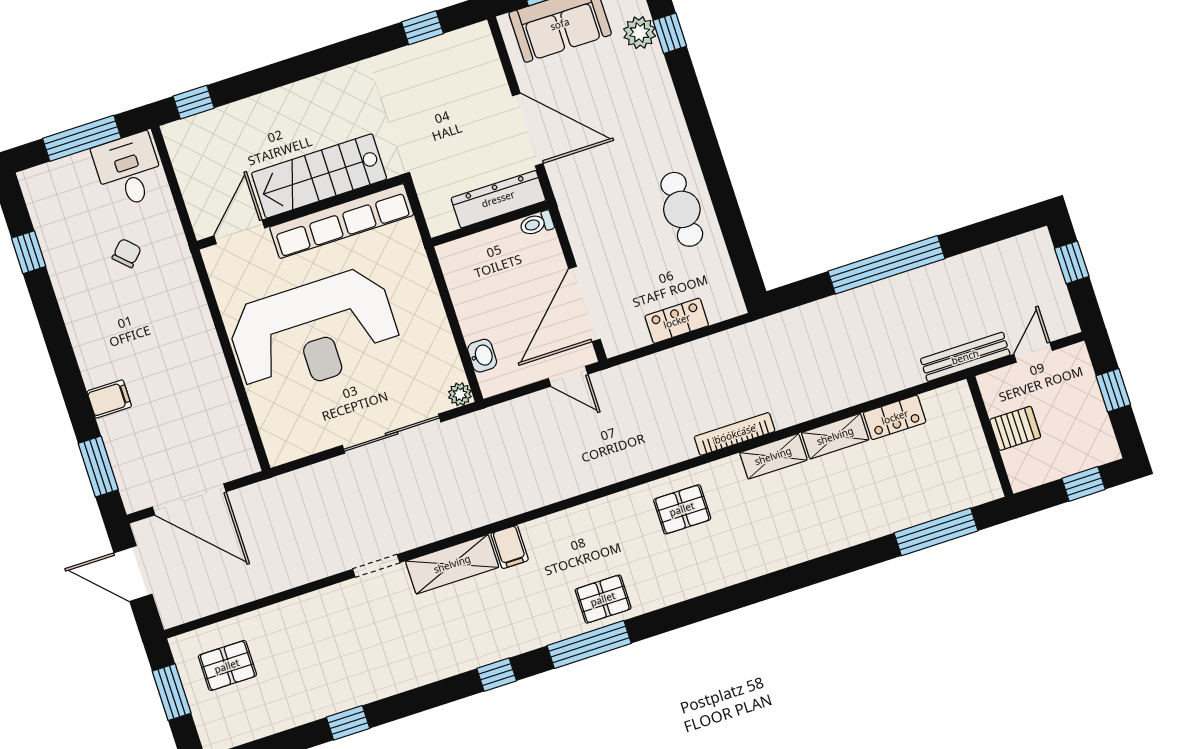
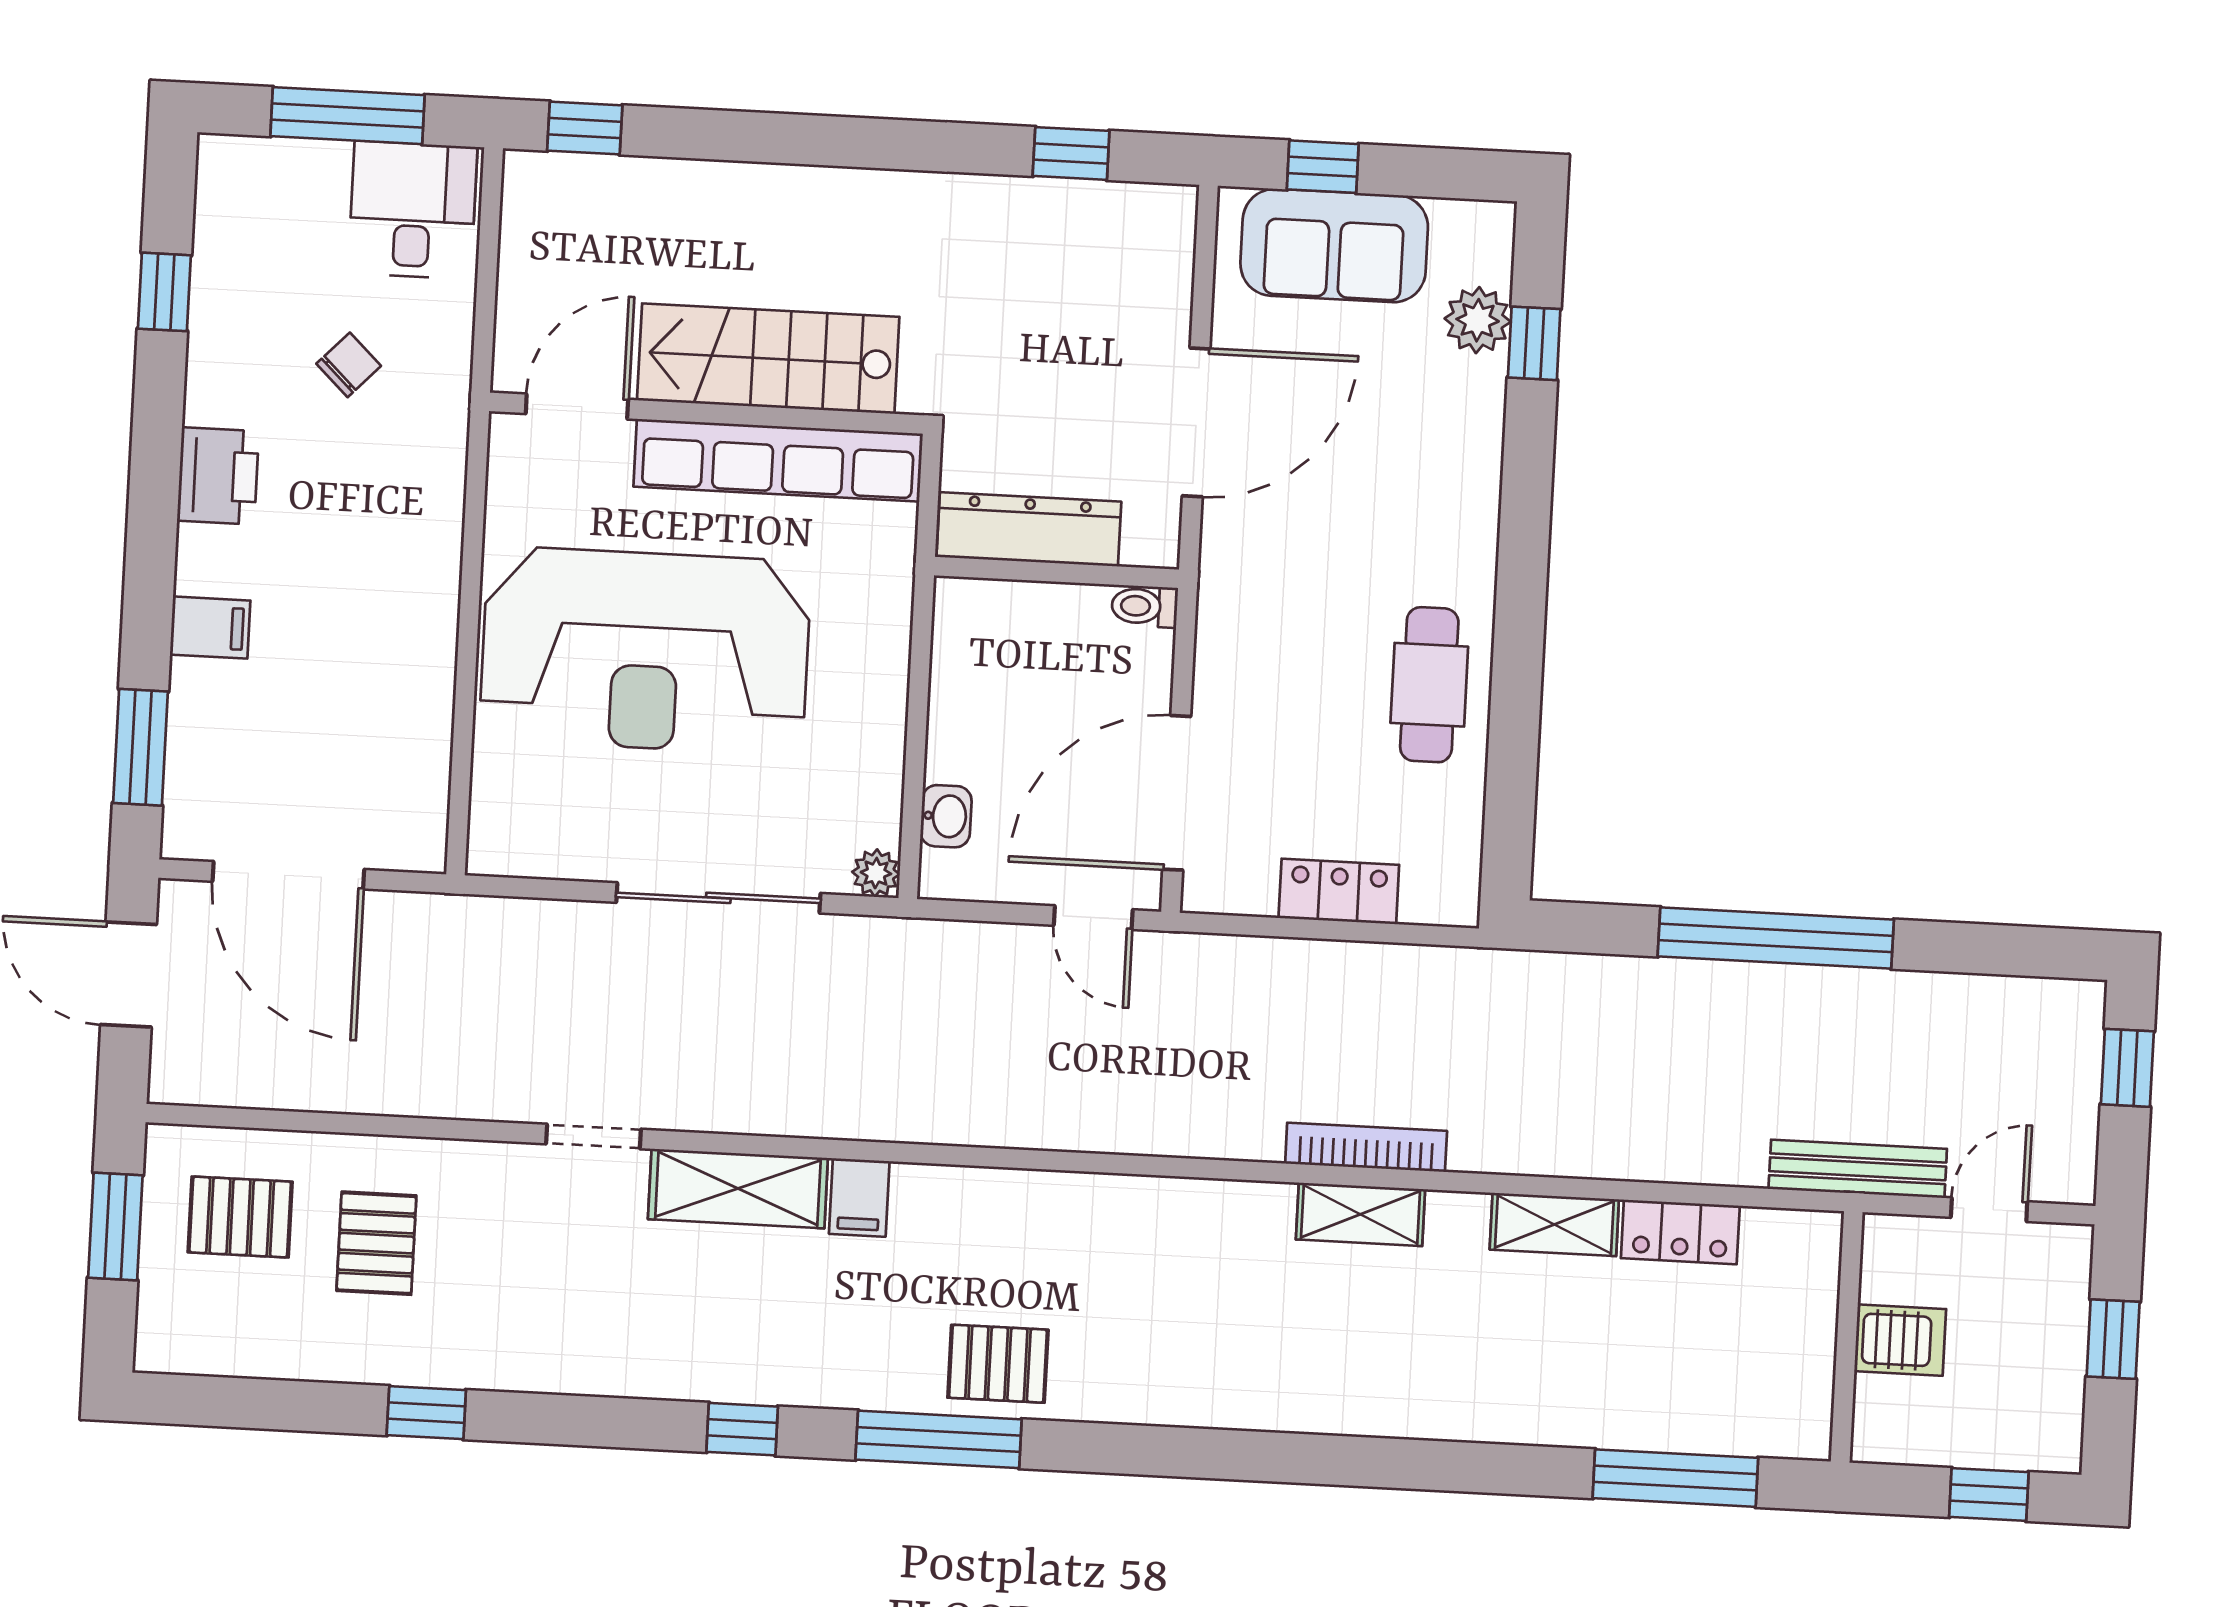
door: (528, 130) -> (1196, 422), hinge flipped
dresser: (498, 199) -> (1029, 529), moved
printer: (86, 328) -> (218, 476), added
shelving: (773, 456) -> (1361, 1214), moved
pallet: (682, 509) -> (376, 1243), moved, turned 90

